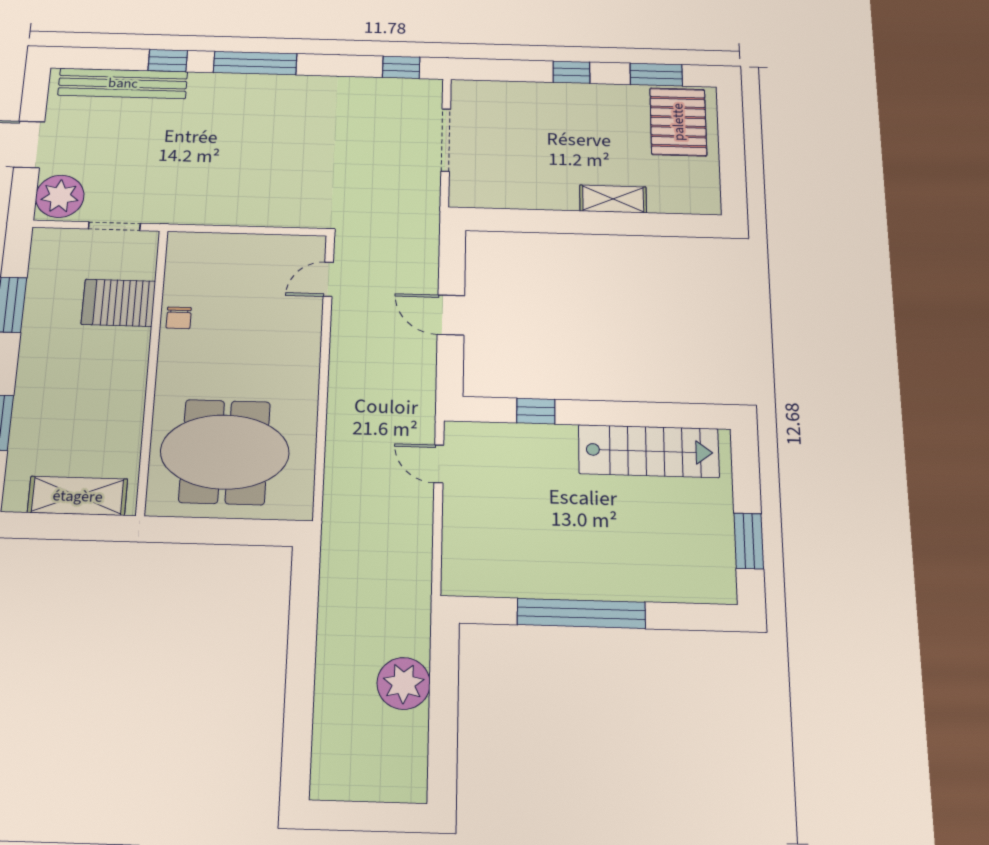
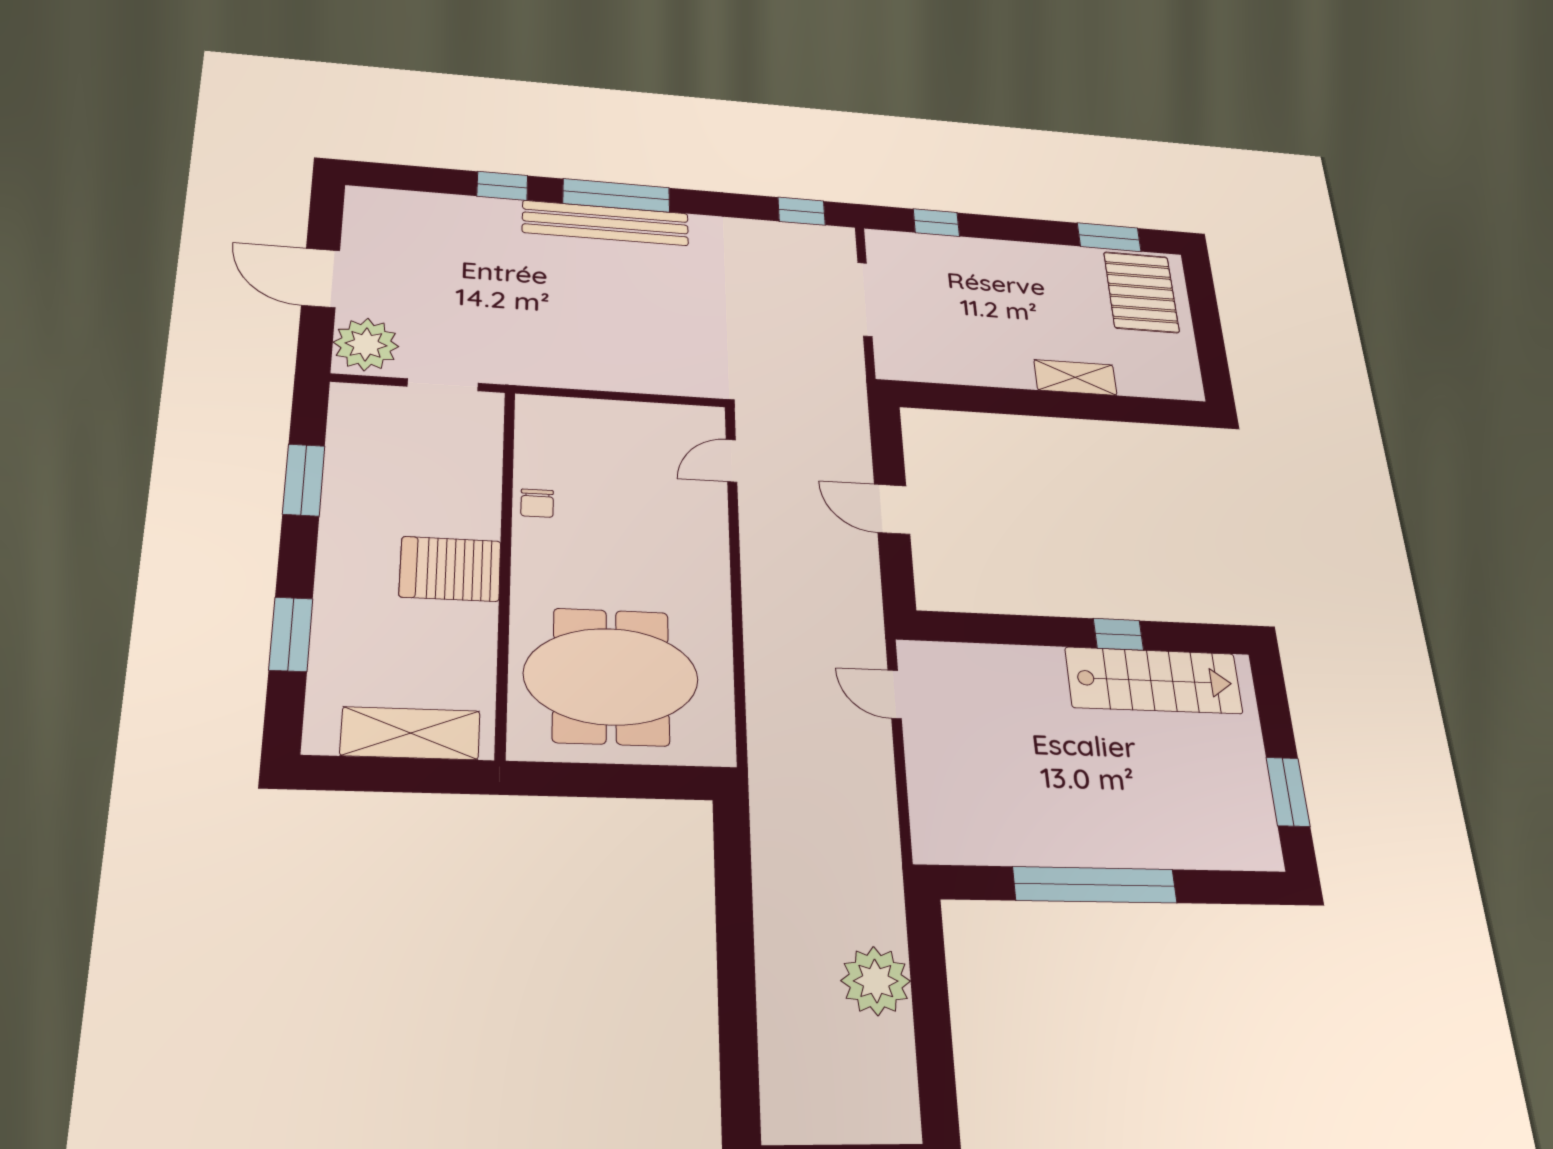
window: (571, 72) -> (936, 223), moved
bench: (123, 83) -> (606, 223), moved
server rack: (119, 303) -> (450, 569), moved
window: (536, 411) -> (1118, 634), moved

